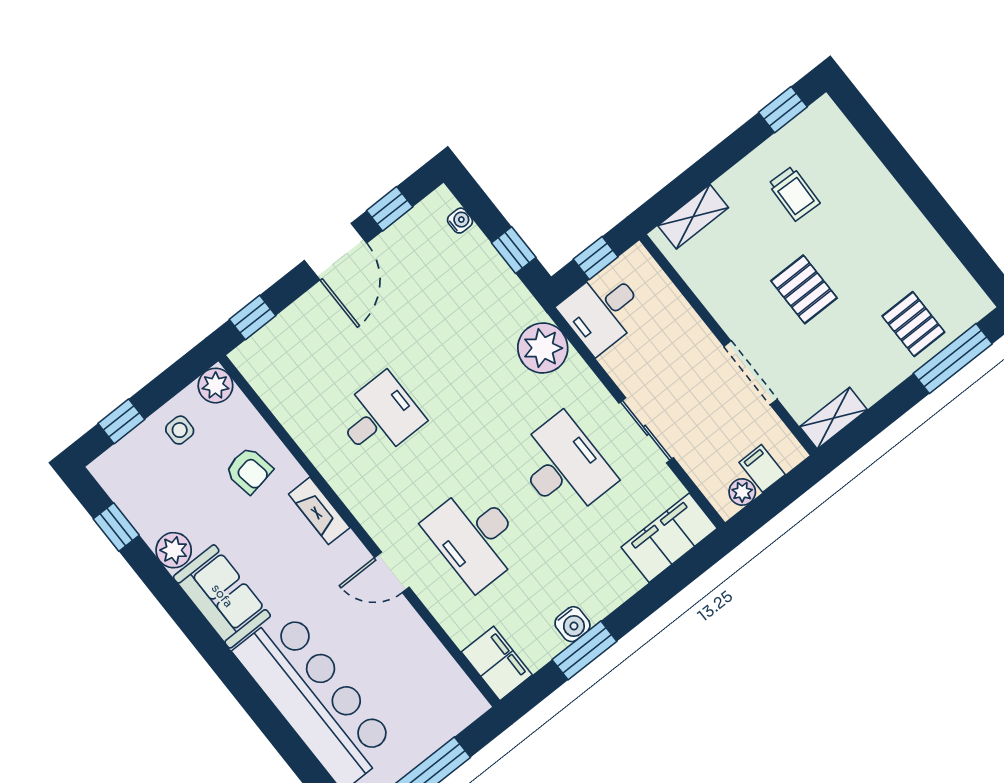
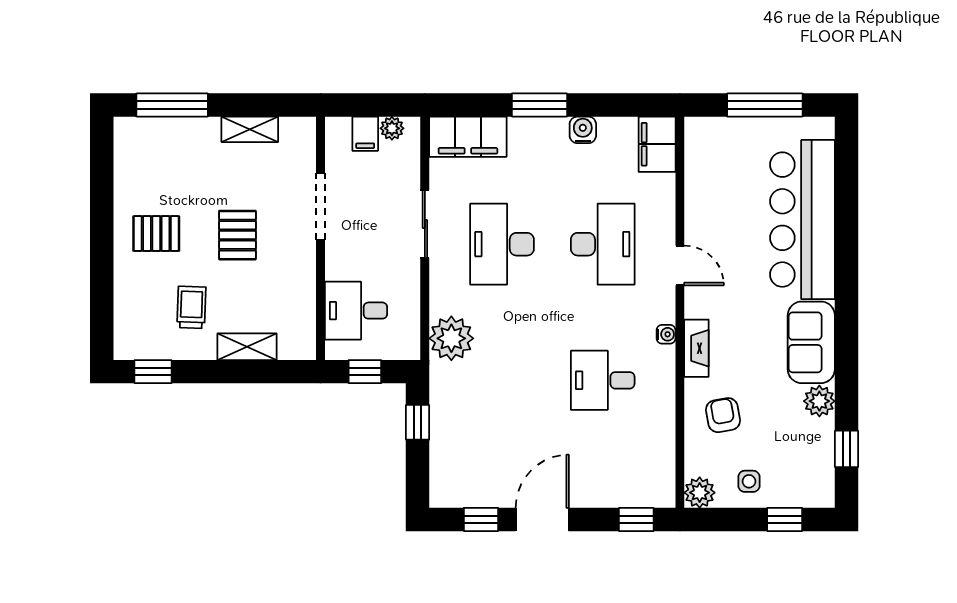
shelving: (693, 217) -> (247, 347), moved
water cooler: (460, 221) -> (666, 334), moved, turned 180
desk: (603, 311) -> (356, 311), moved, turned 180
pallet: (913, 324) -> (156, 234), moved, turned 90
shelving: (833, 418) -> (250, 129), moved
window: (584, 650) -> (539, 105), moved

